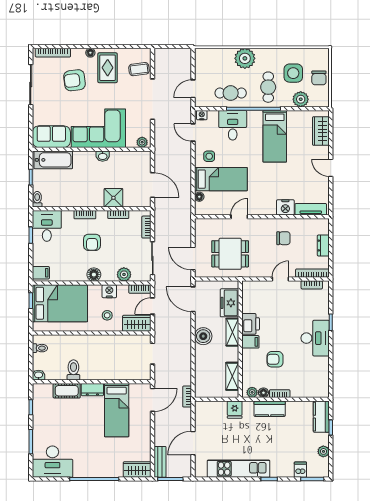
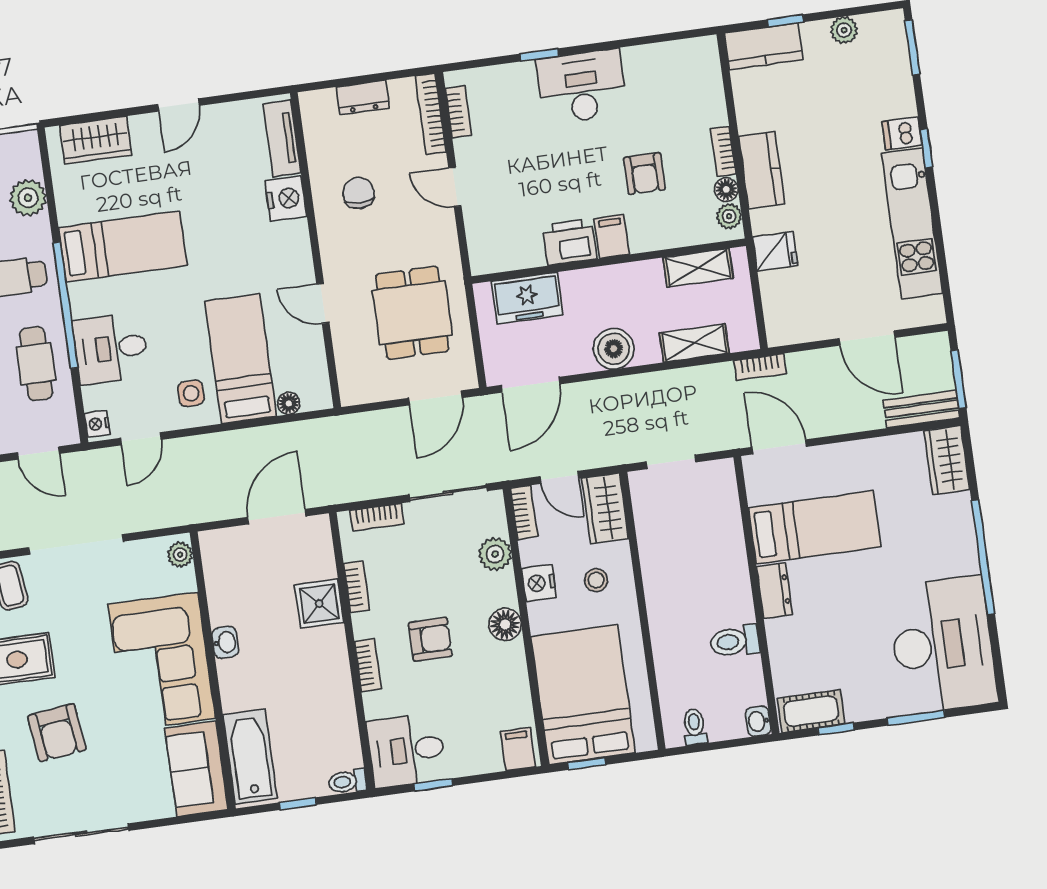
shelving: (232, 332) -> (694, 343), moved
cot: (67, 391) -> (811, 711), moved, turned 90
desk: (52, 462) -> (943, 645), width x1.36, depth x1.30
dishwasher: (300, 470) -> (902, 133), moved

